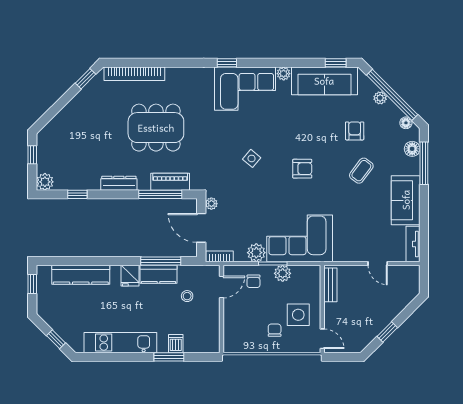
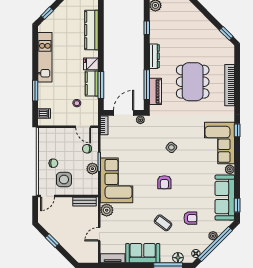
bookcase: (134, 74) -> (230, 85), moved
plant: (256, 253) -> (107, 210), moved
dishwasher: (176, 344) -> (44, 113), moved

